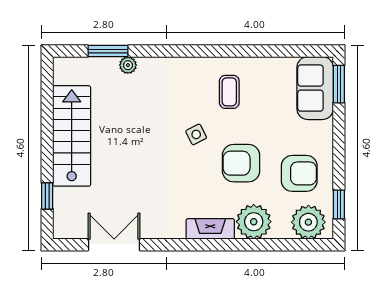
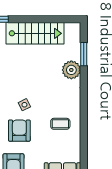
plant: (128, 65) -> (71, 70), width x1.87, depth x1.87
side table: (196, 134) -> (24, 105), moved

